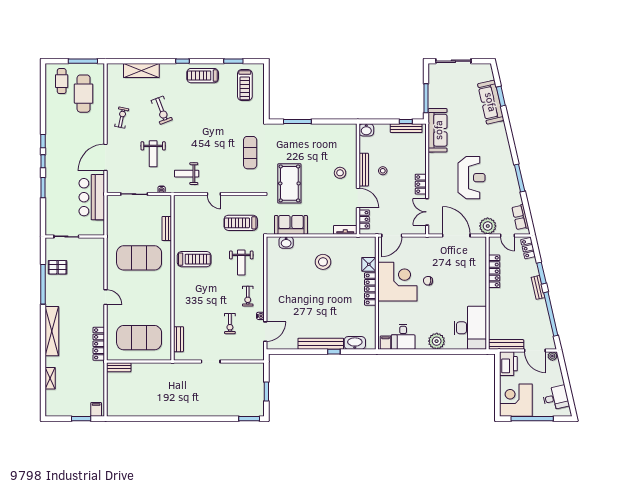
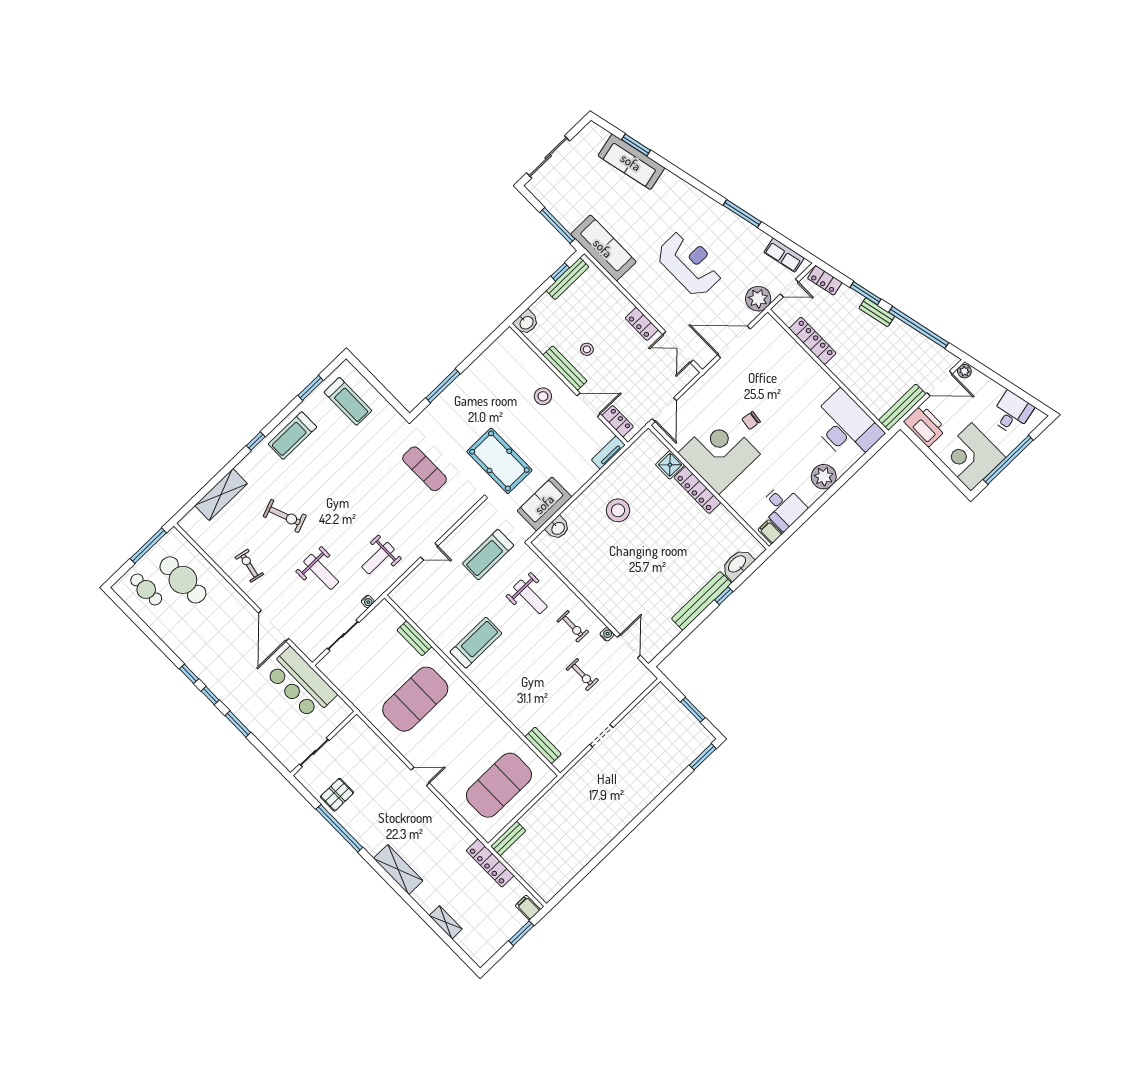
shelving: (52, 331) -> (398, 870), width x0.68
locker: (99, 344) -> (490, 863), moved

